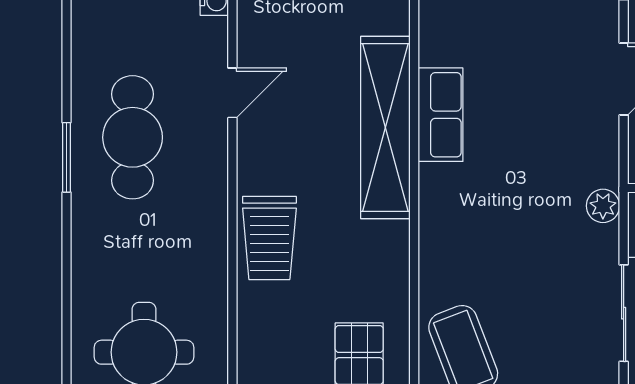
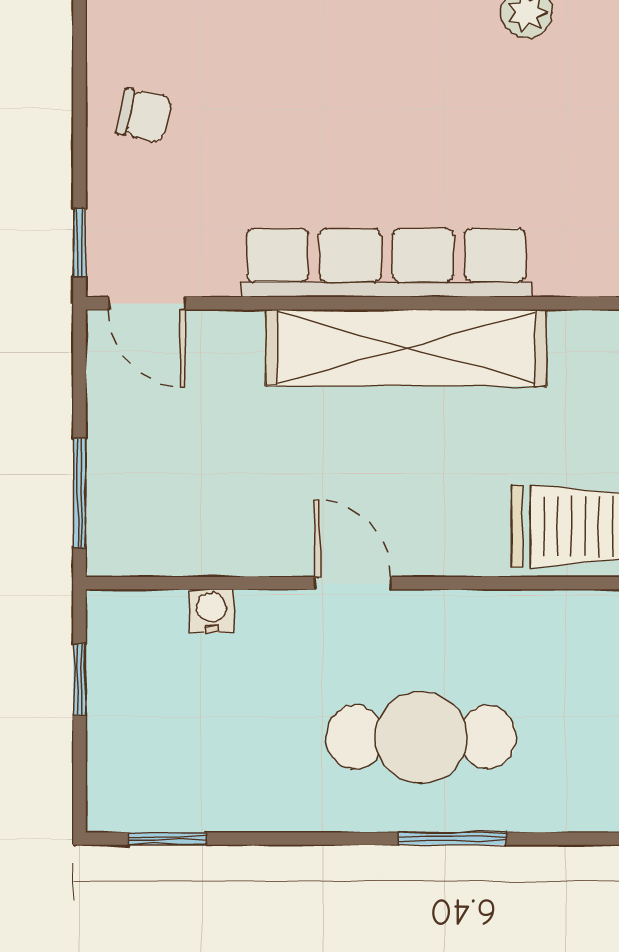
row of seats: (441, 115) -> (386, 263), width x2.02

